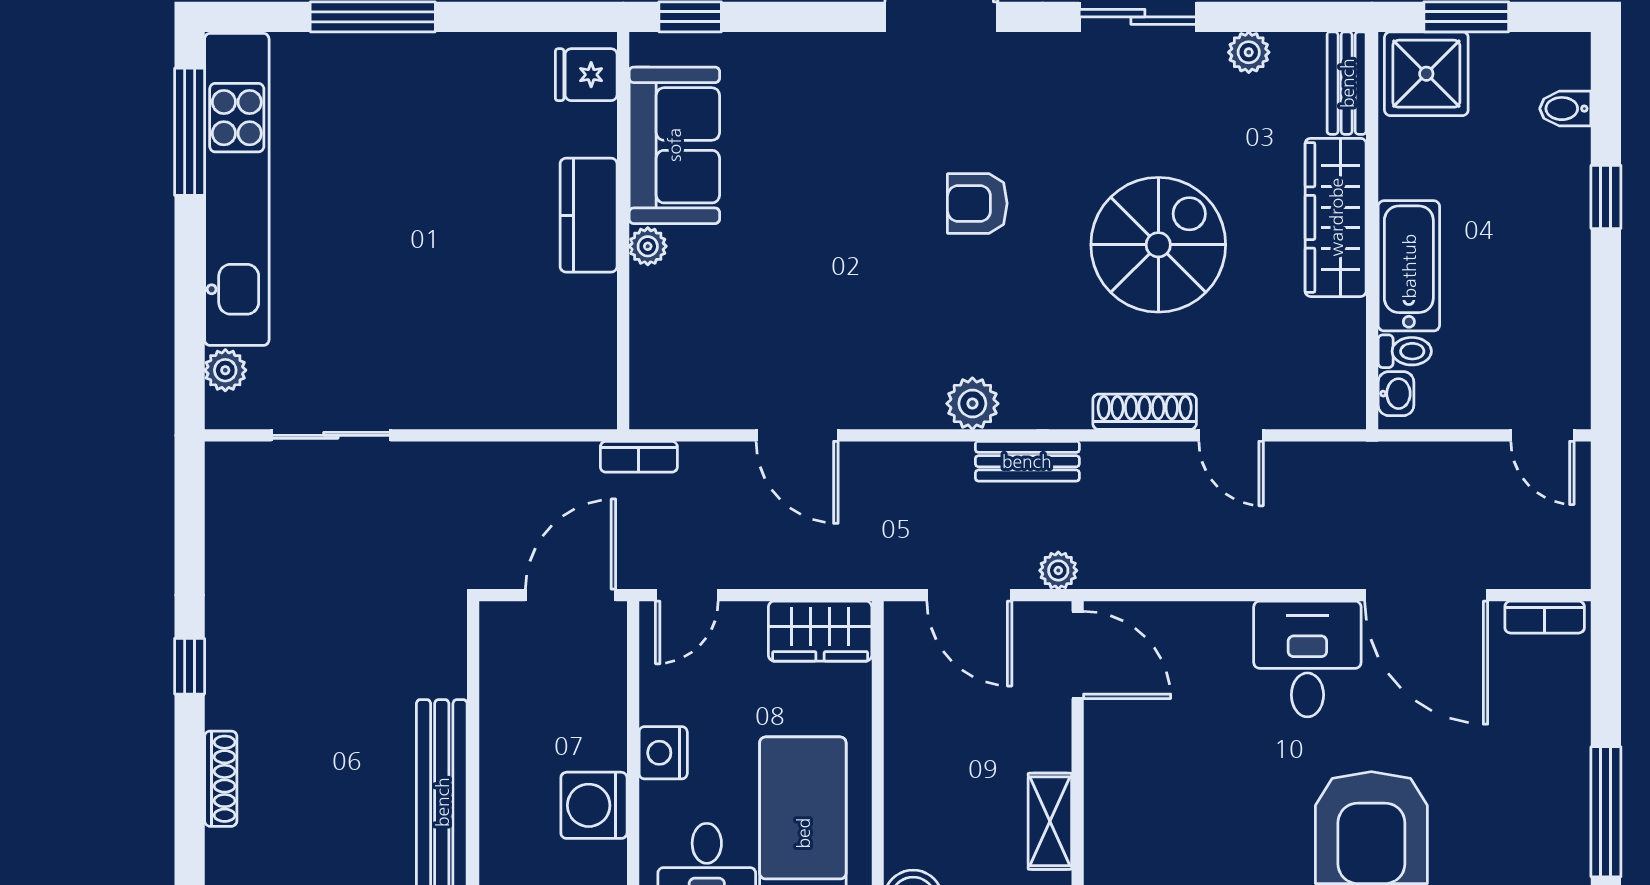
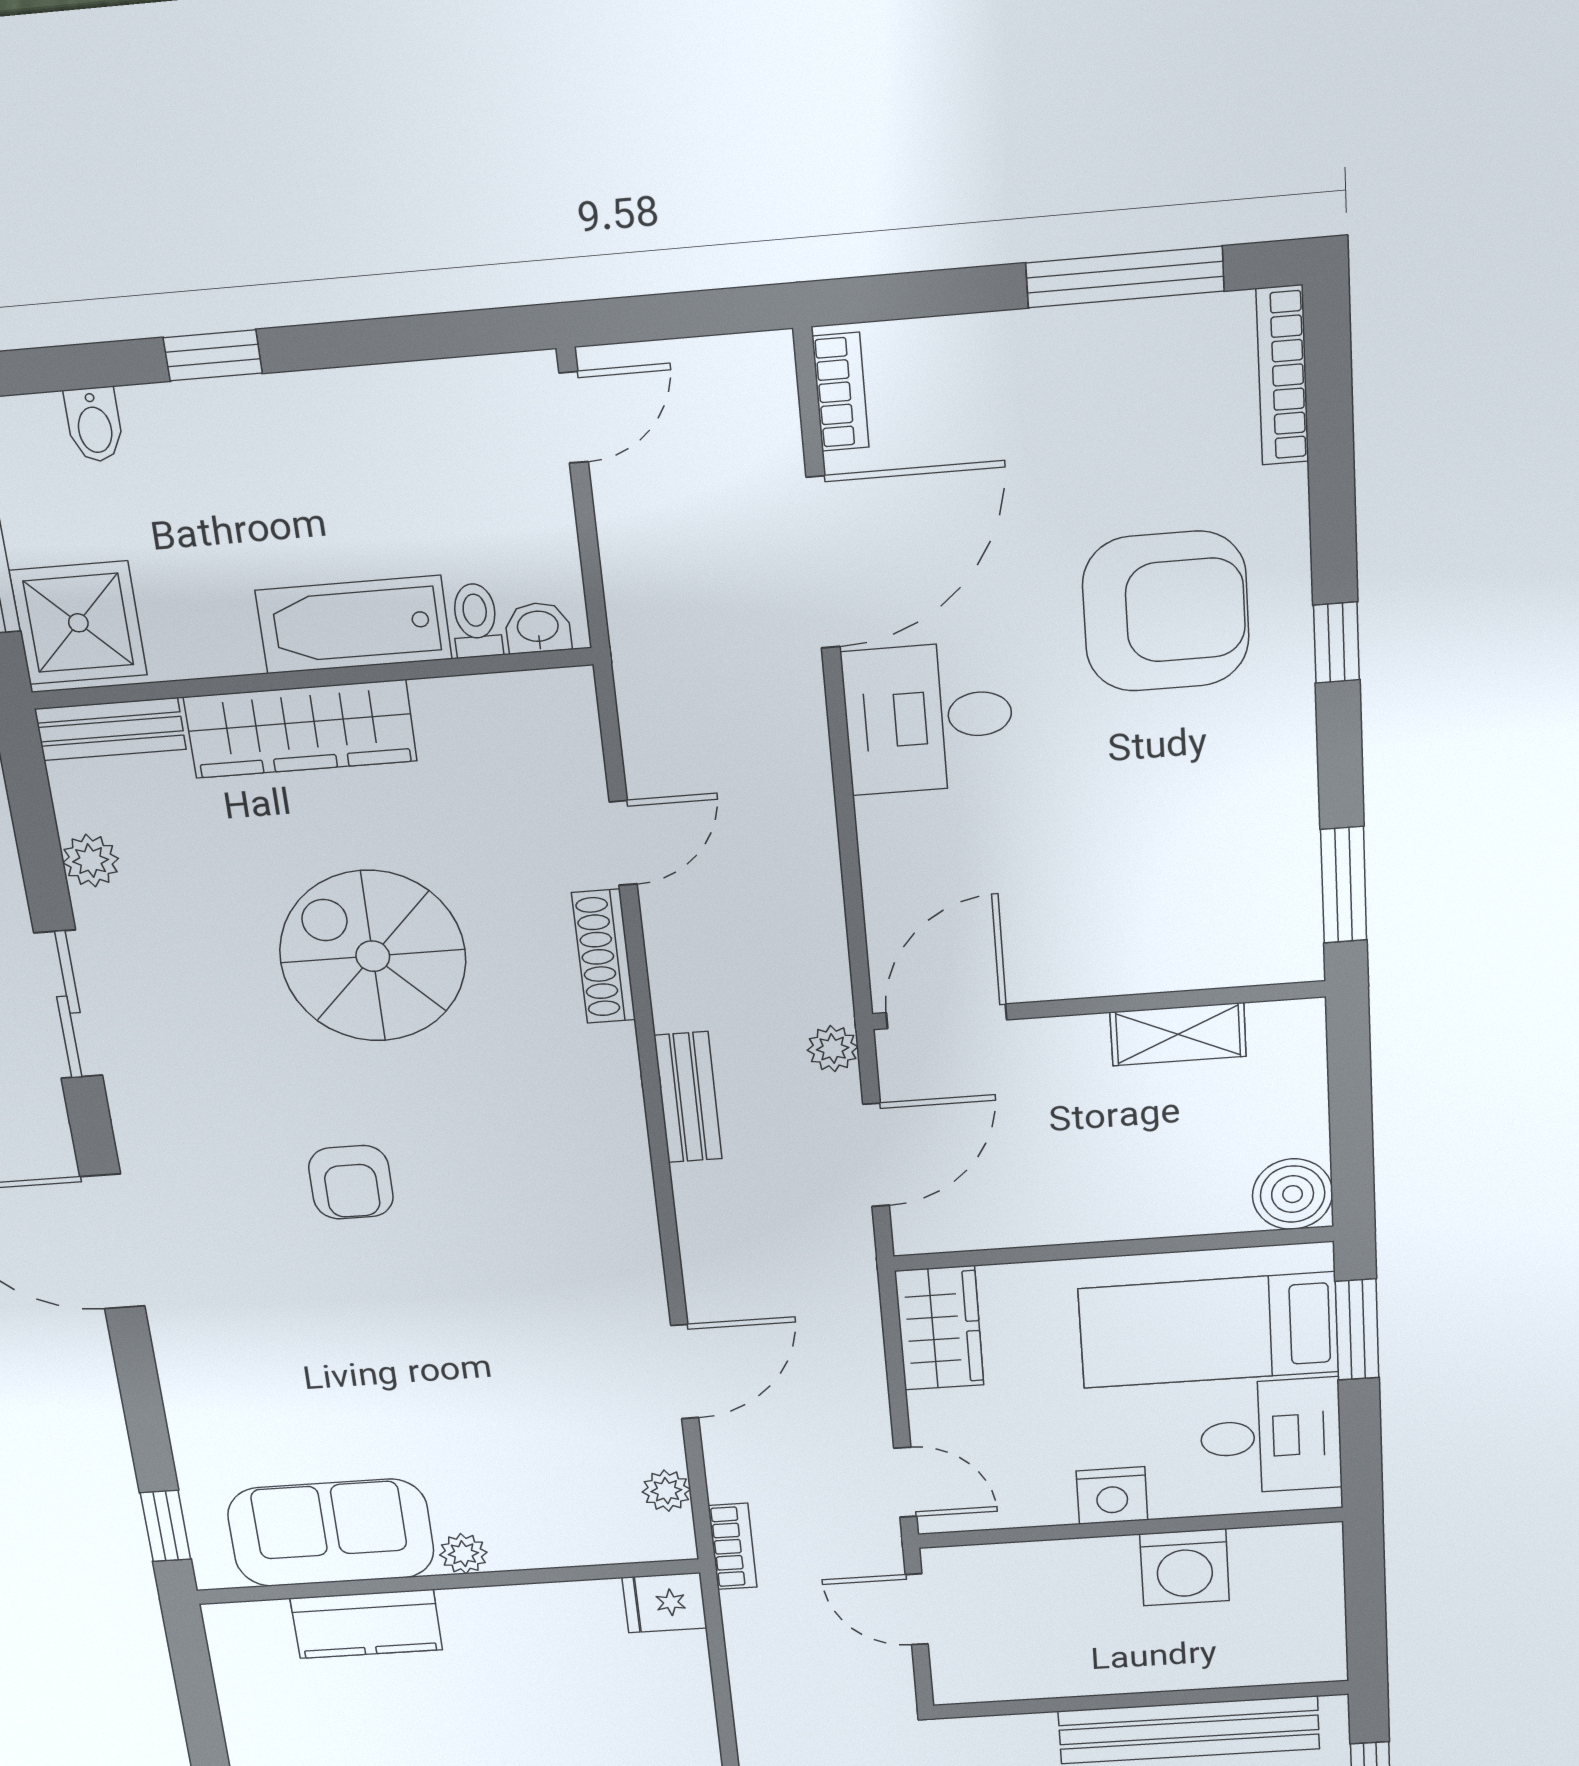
fridge: (586, 75) -> (664, 1603), moved, turned 90
kitchen counter: (589, 215) -> (366, 1624), moved
plant: (972, 404) -> (666, 1491), moved, width x0.73, depth x0.73
door: (571, 595) -> (917, 1609), width x0.73

